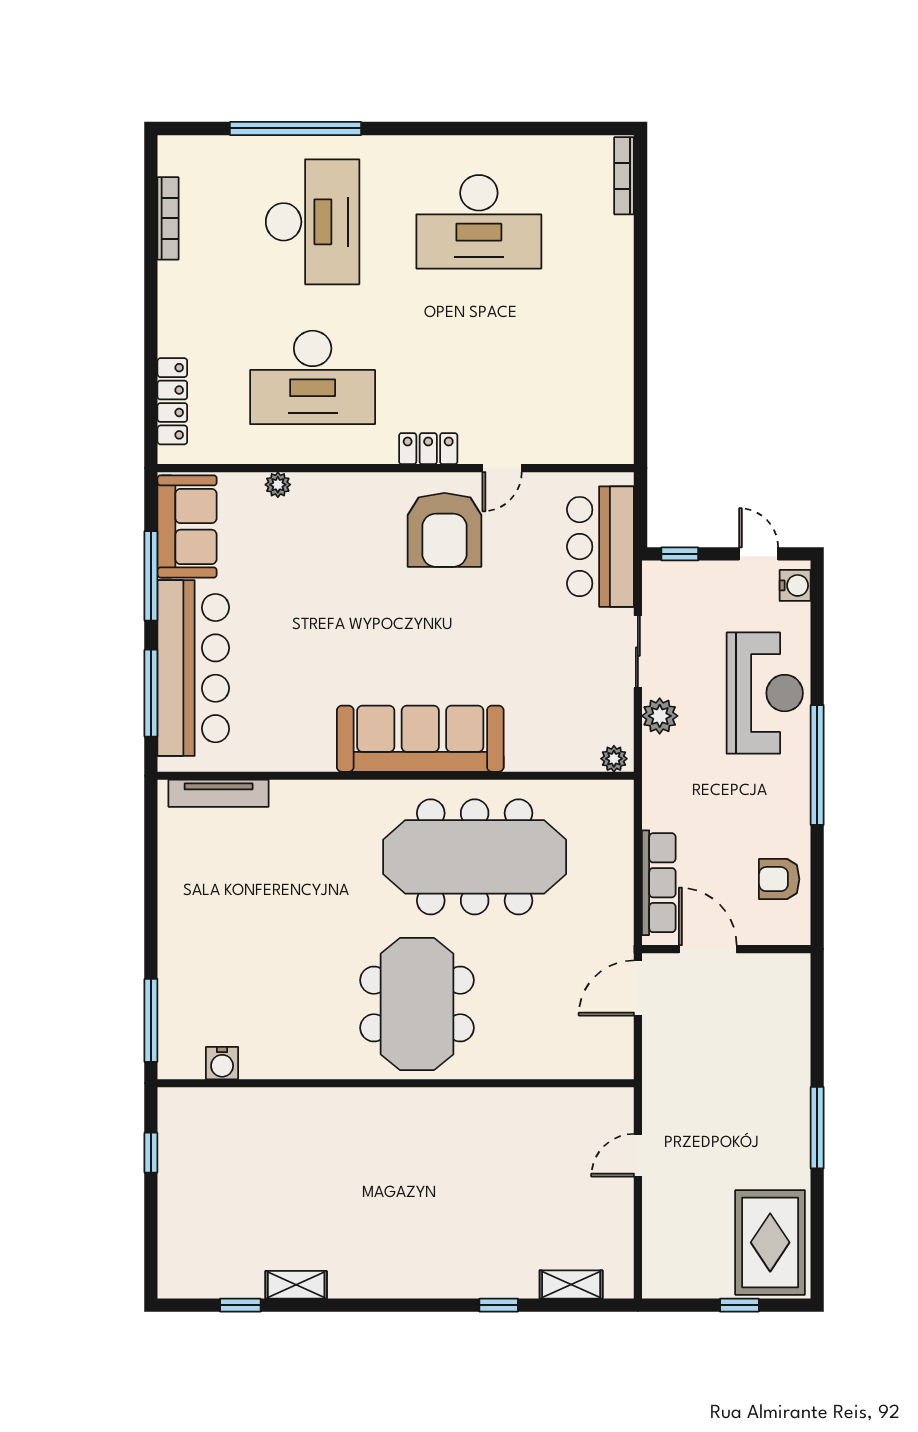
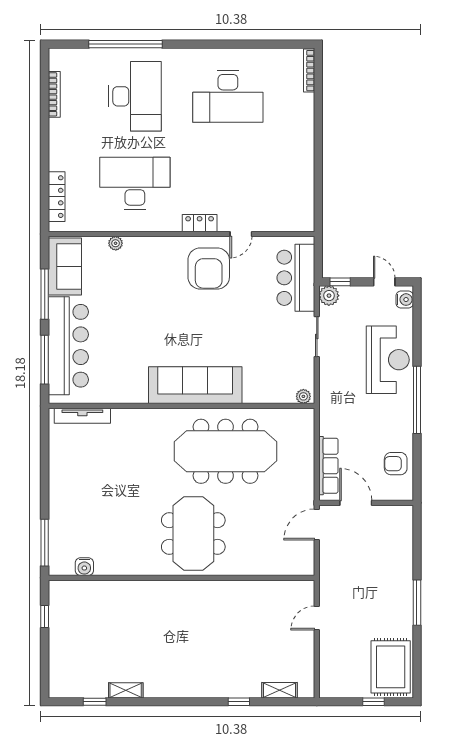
desk: (313, 377) -> (135, 183), turned 180
plant: (660, 716) -> (329, 296), moved

